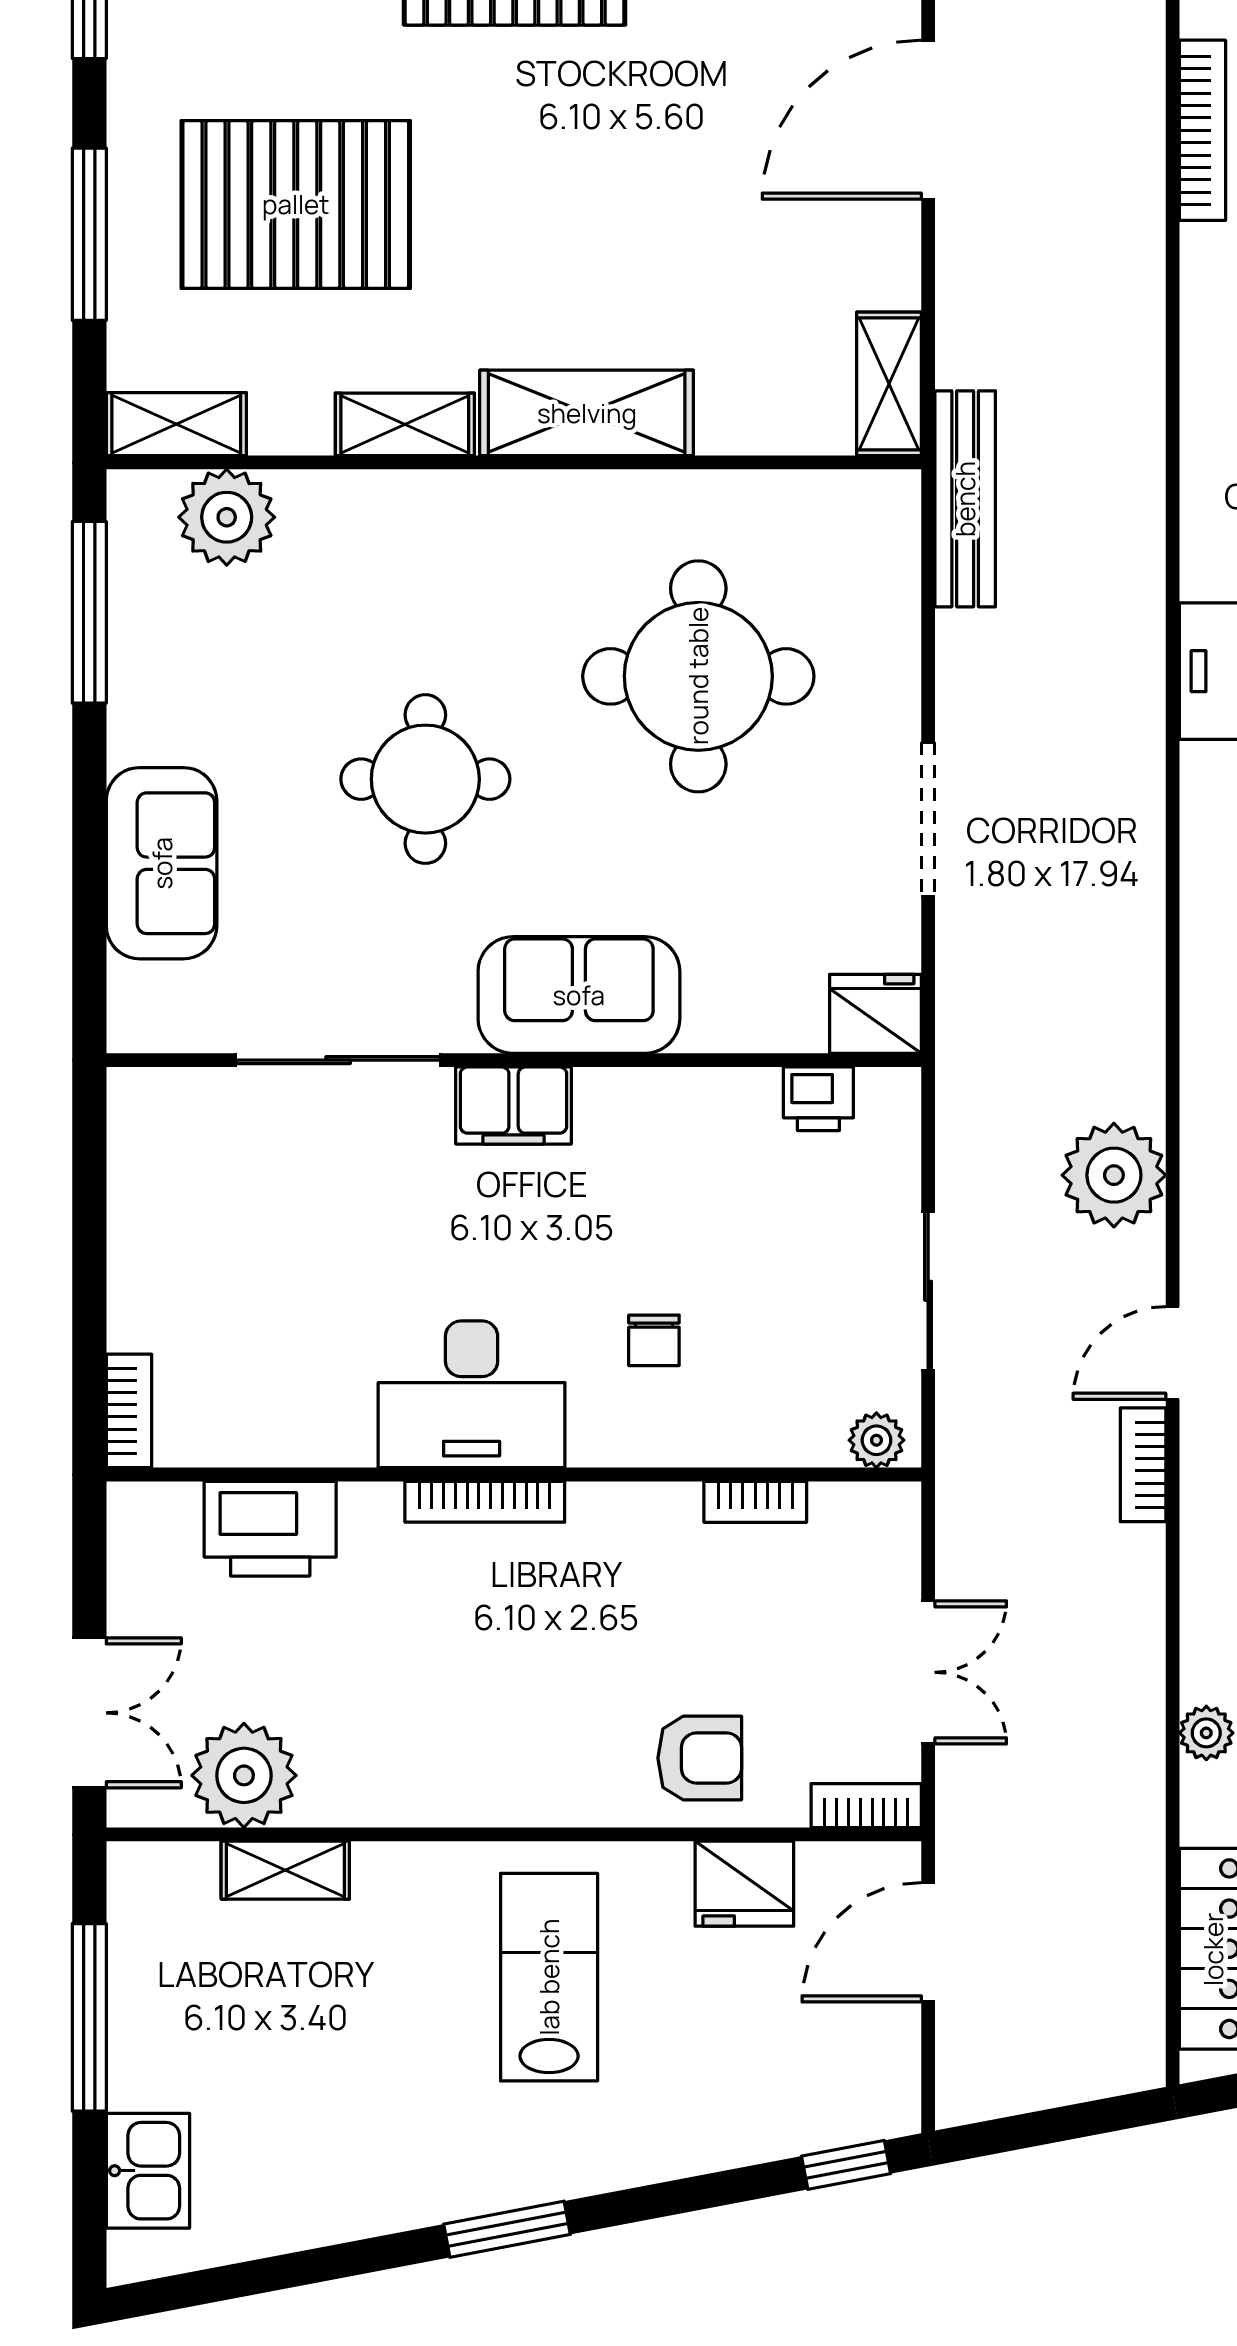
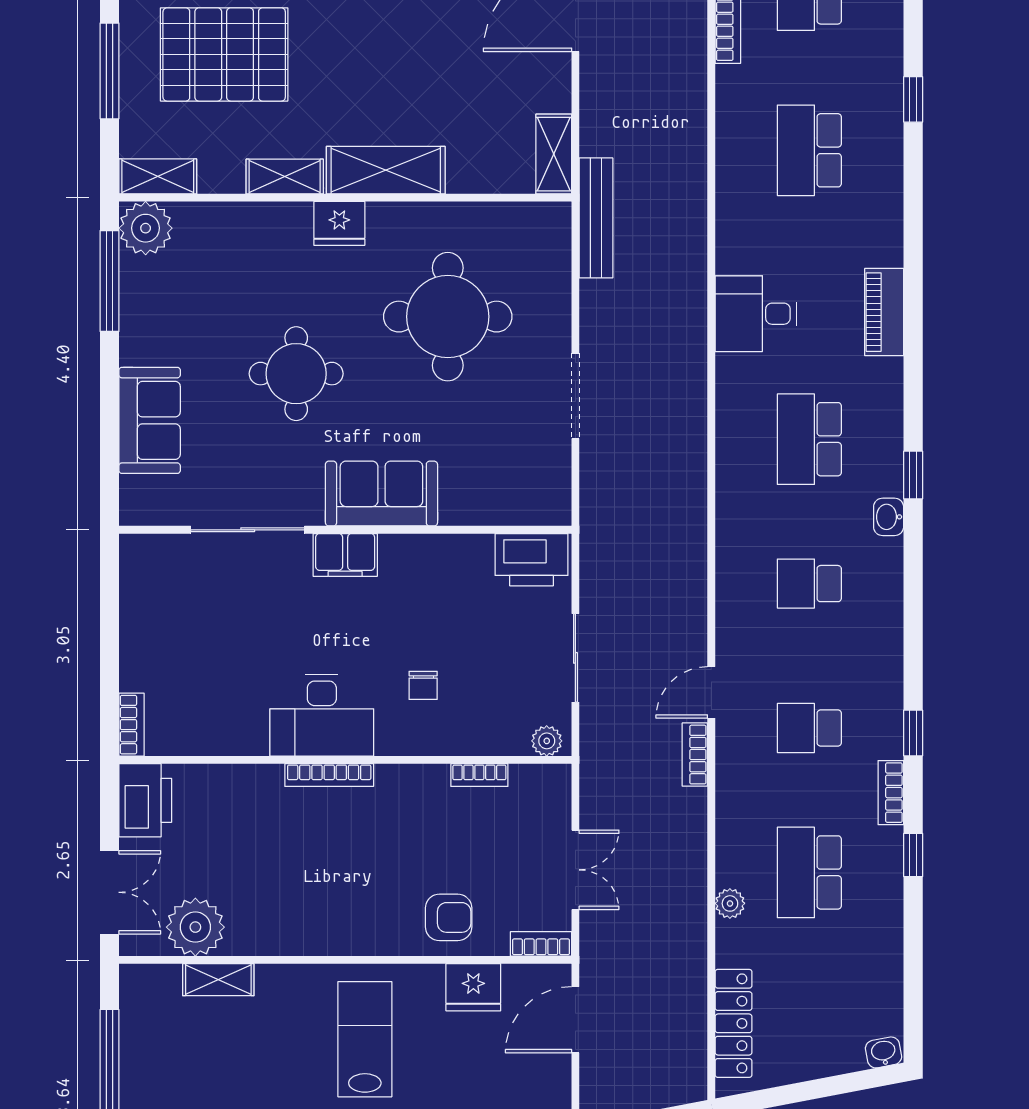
plant: (227, 517) -> (146, 228), moved
fridge: (875, 1014) -> (339, 223), moved, turned 180
printer: (818, 1099) -> (531, 560), width x1.87, depth x1.48
plant: (1114, 1175) -> (679, 594), removed
printer: (270, 1529) -> (145, 800), moved, turned -90

